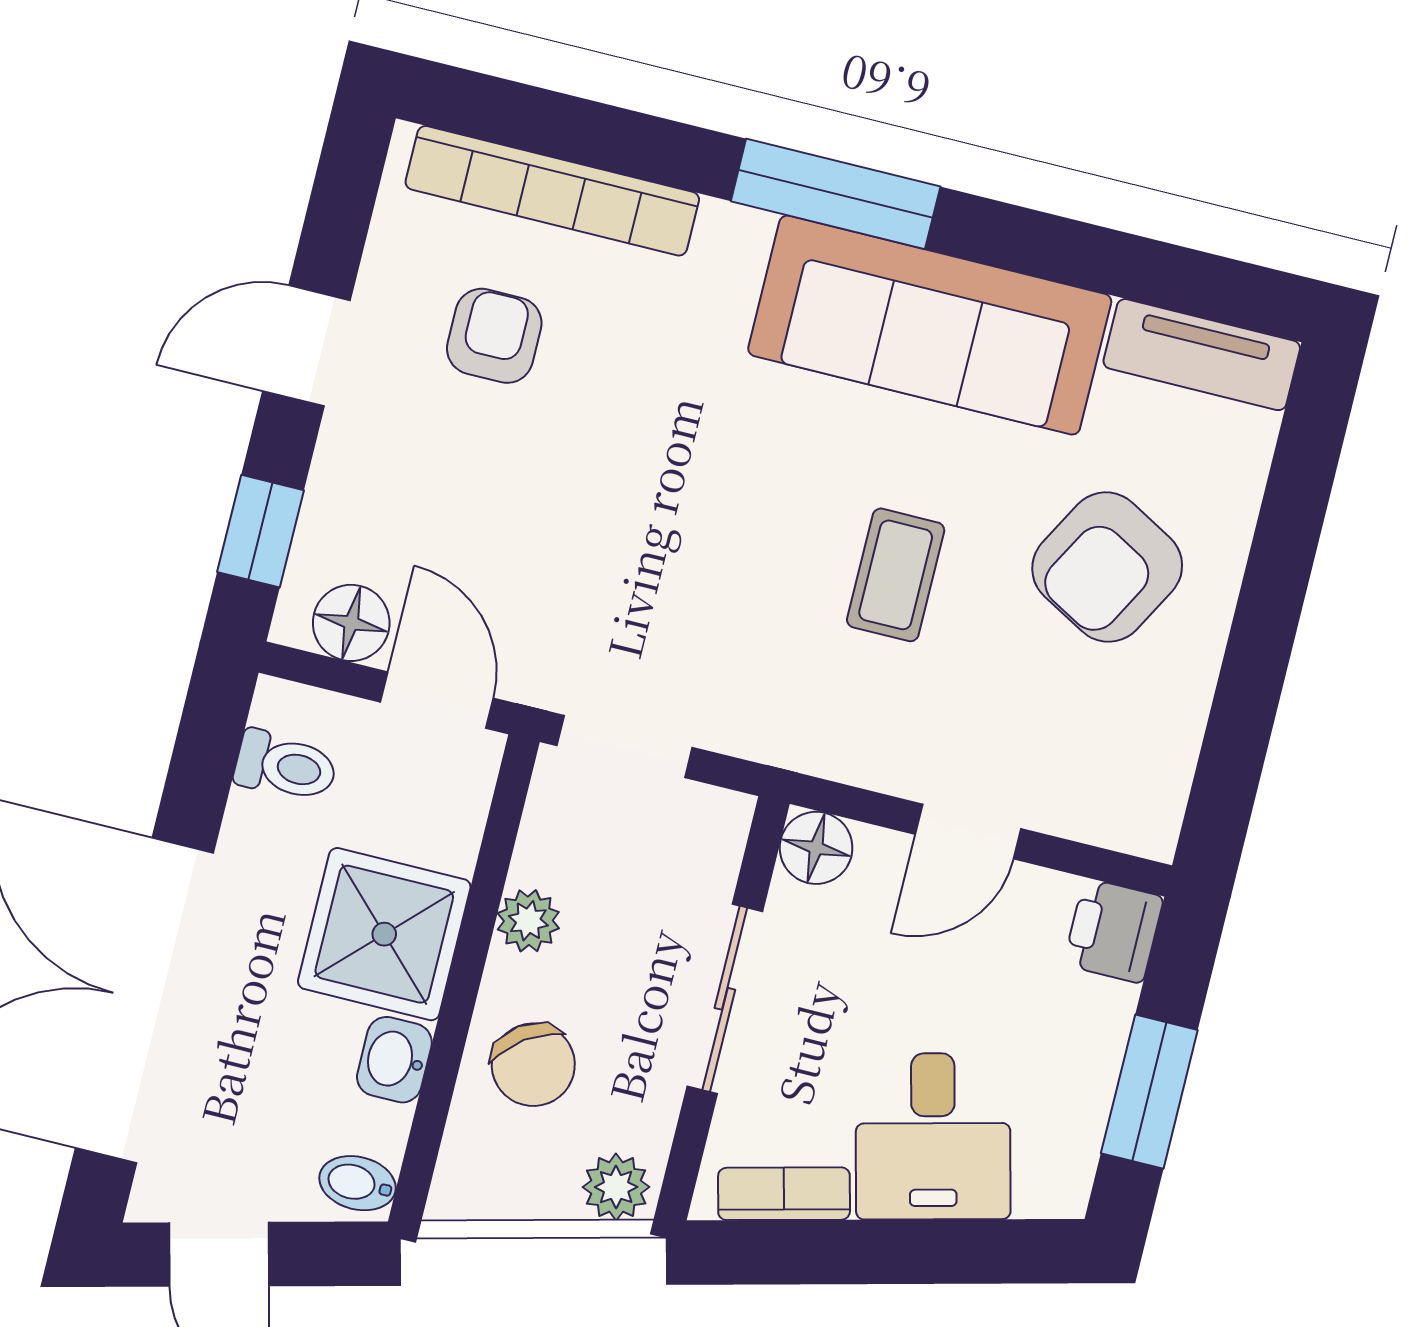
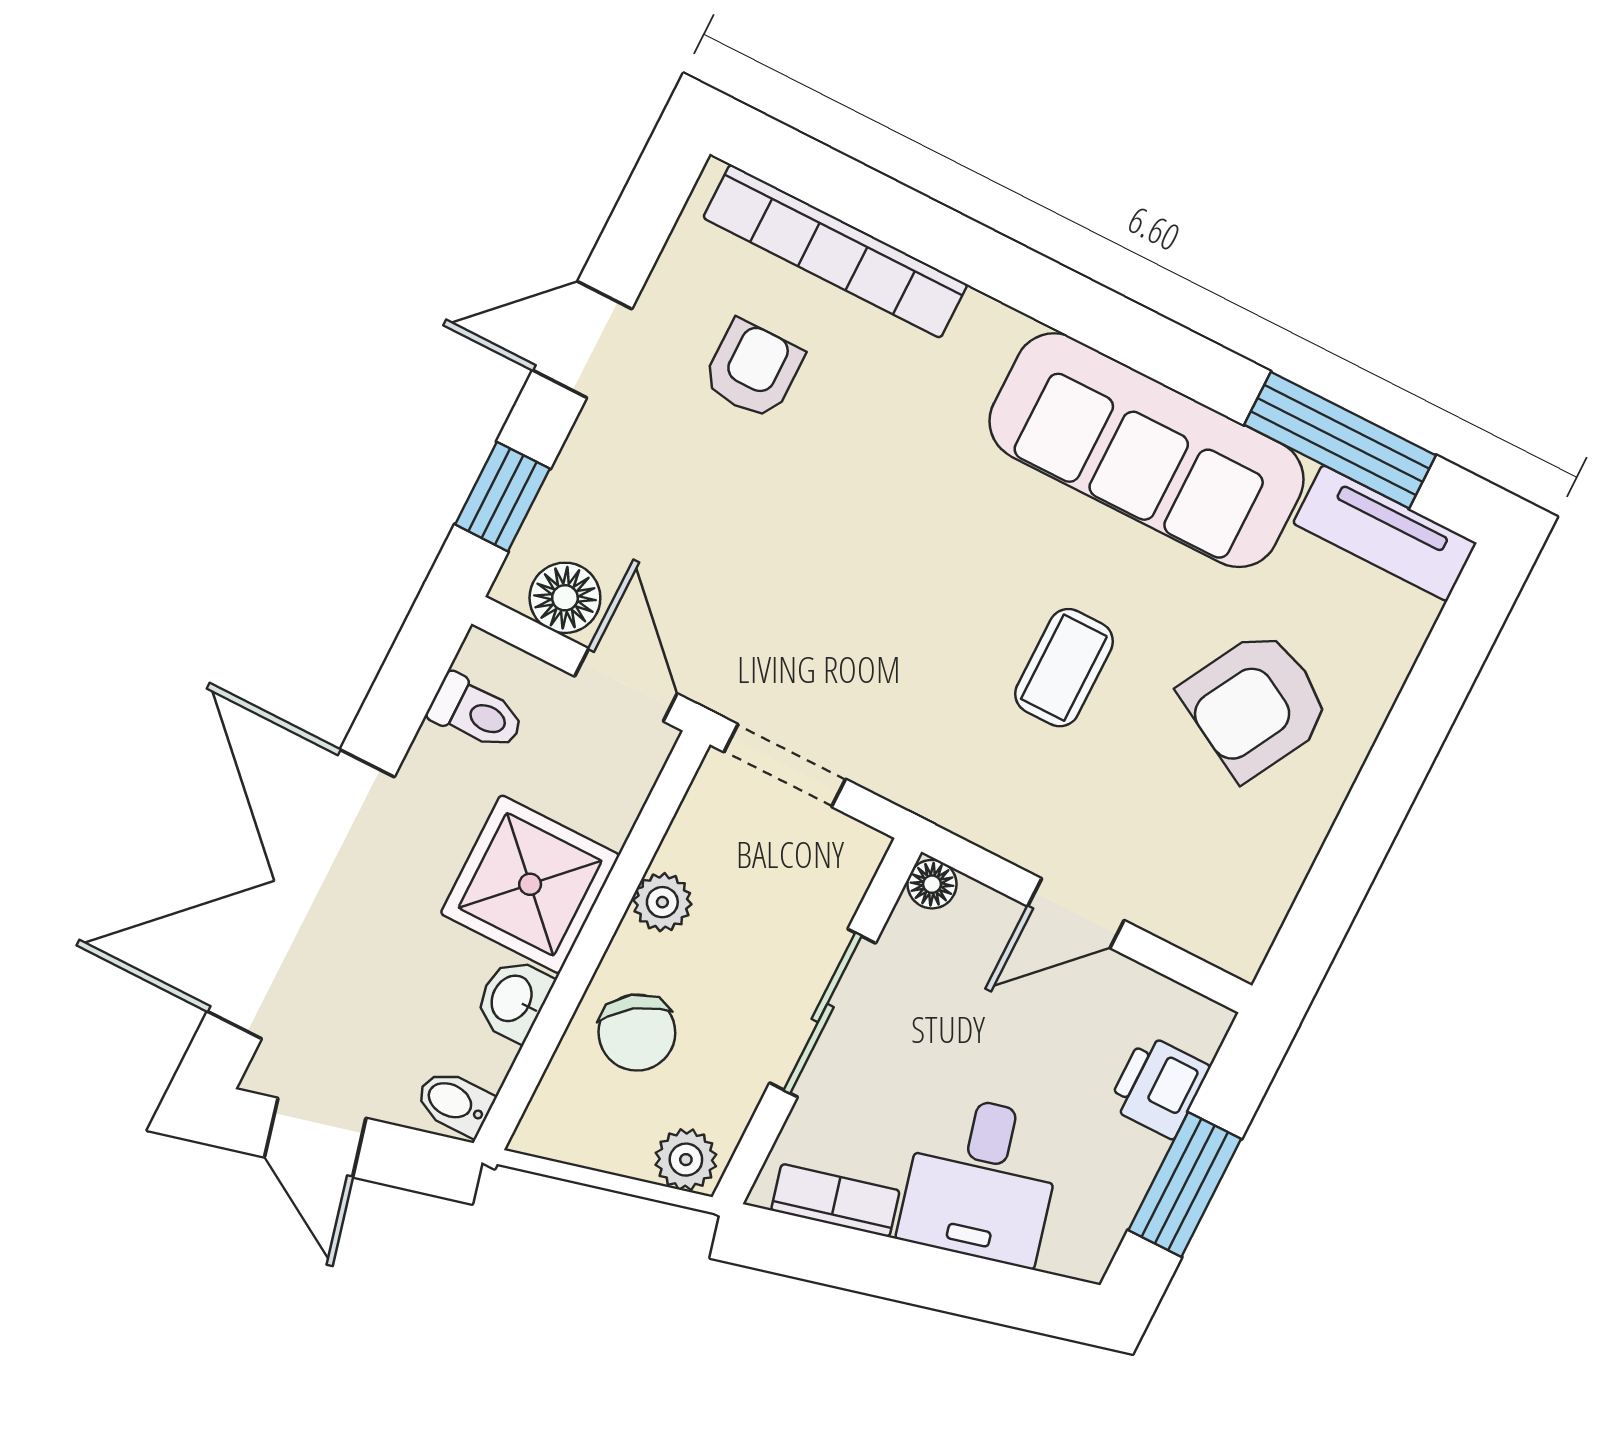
window: (836, 194) -> (1340, 440), moved
floor lamp: (816, 848) -> (932, 884), width x0.73, depth x0.73
printer: (1114, 931) -> (1159, 1086), moved

